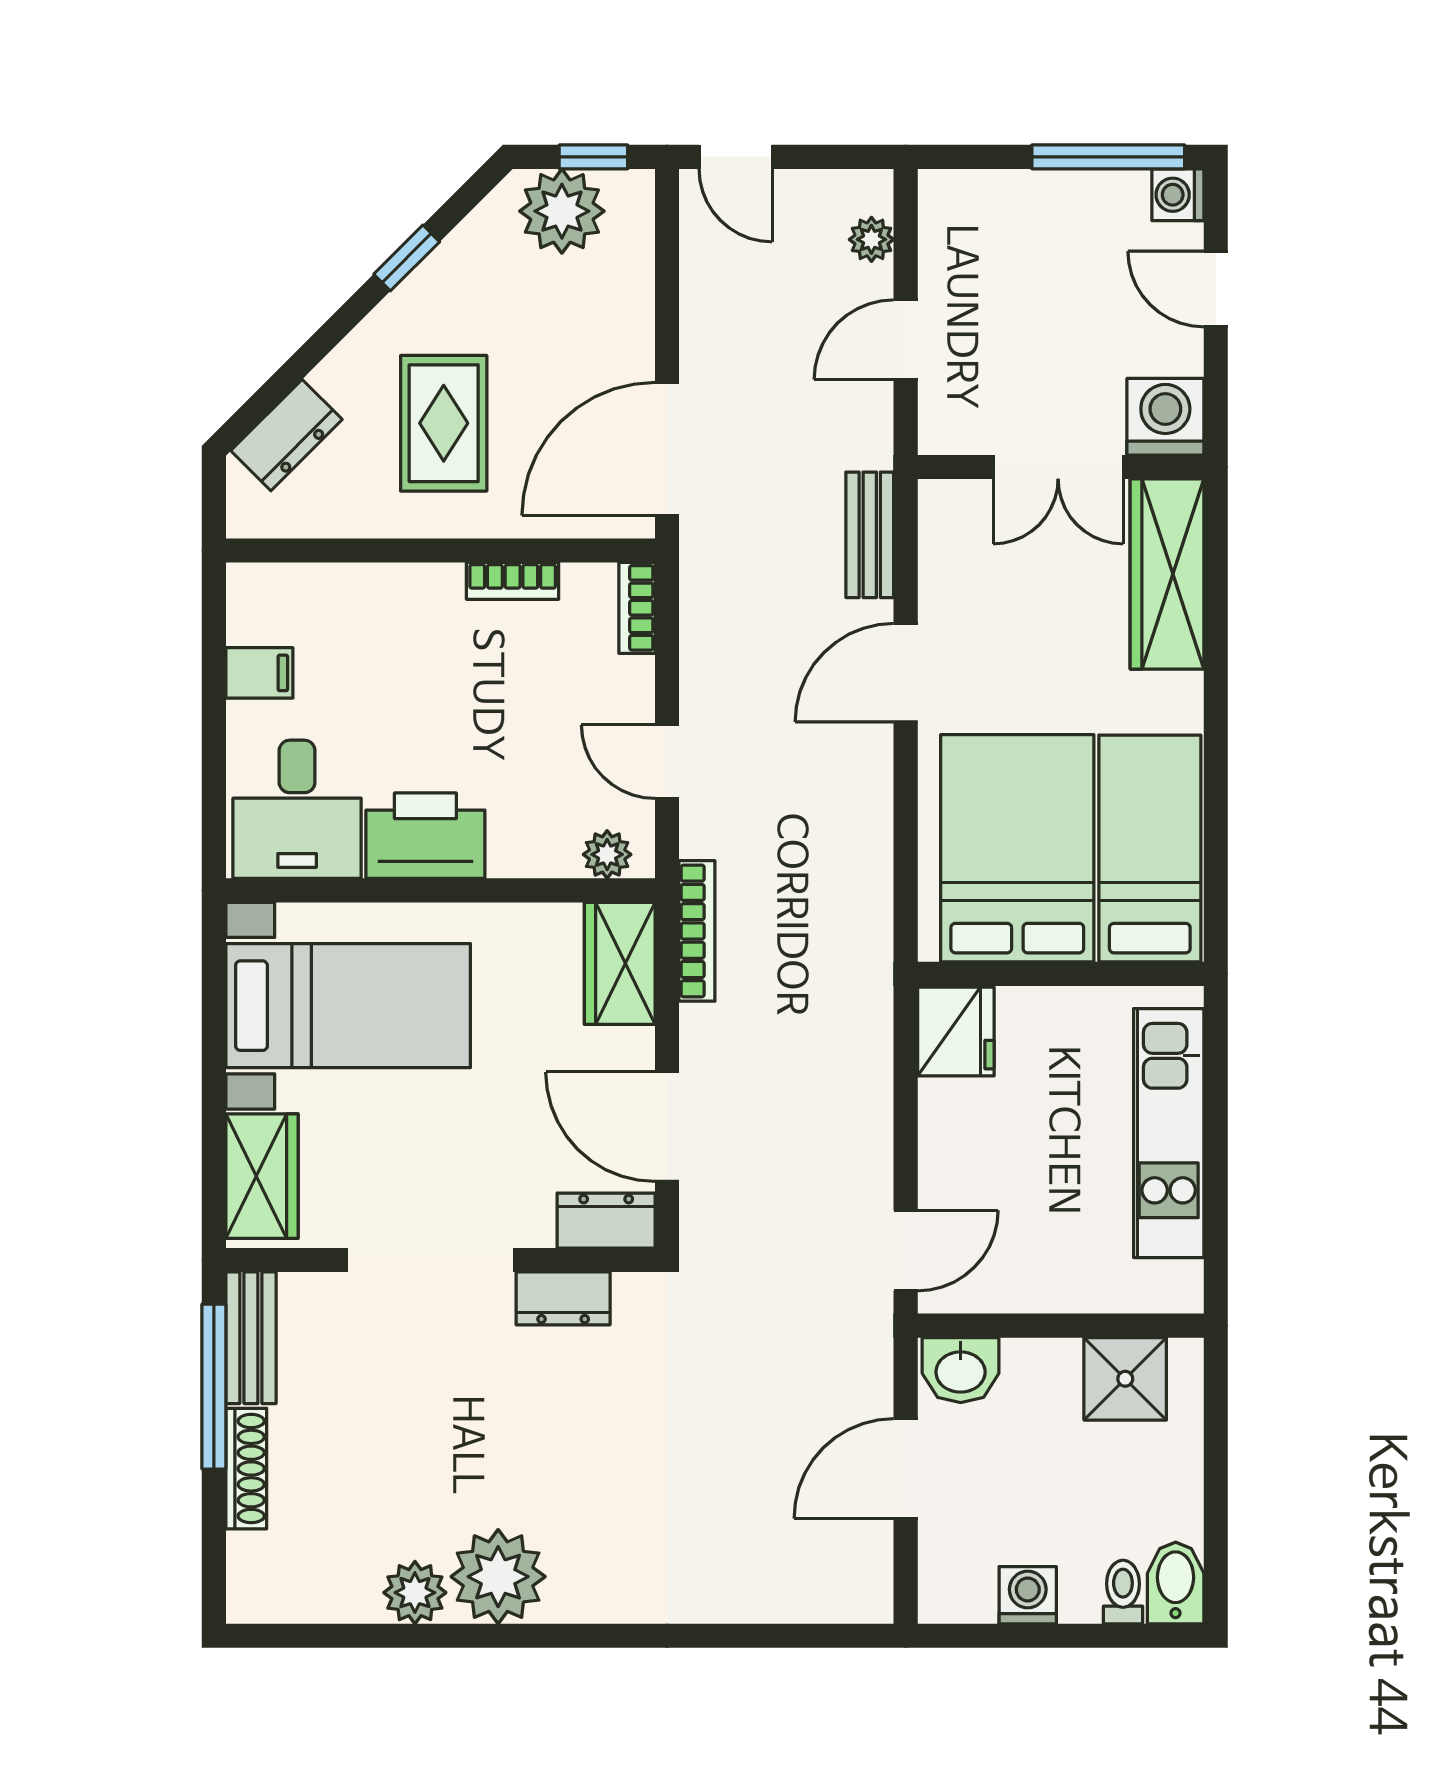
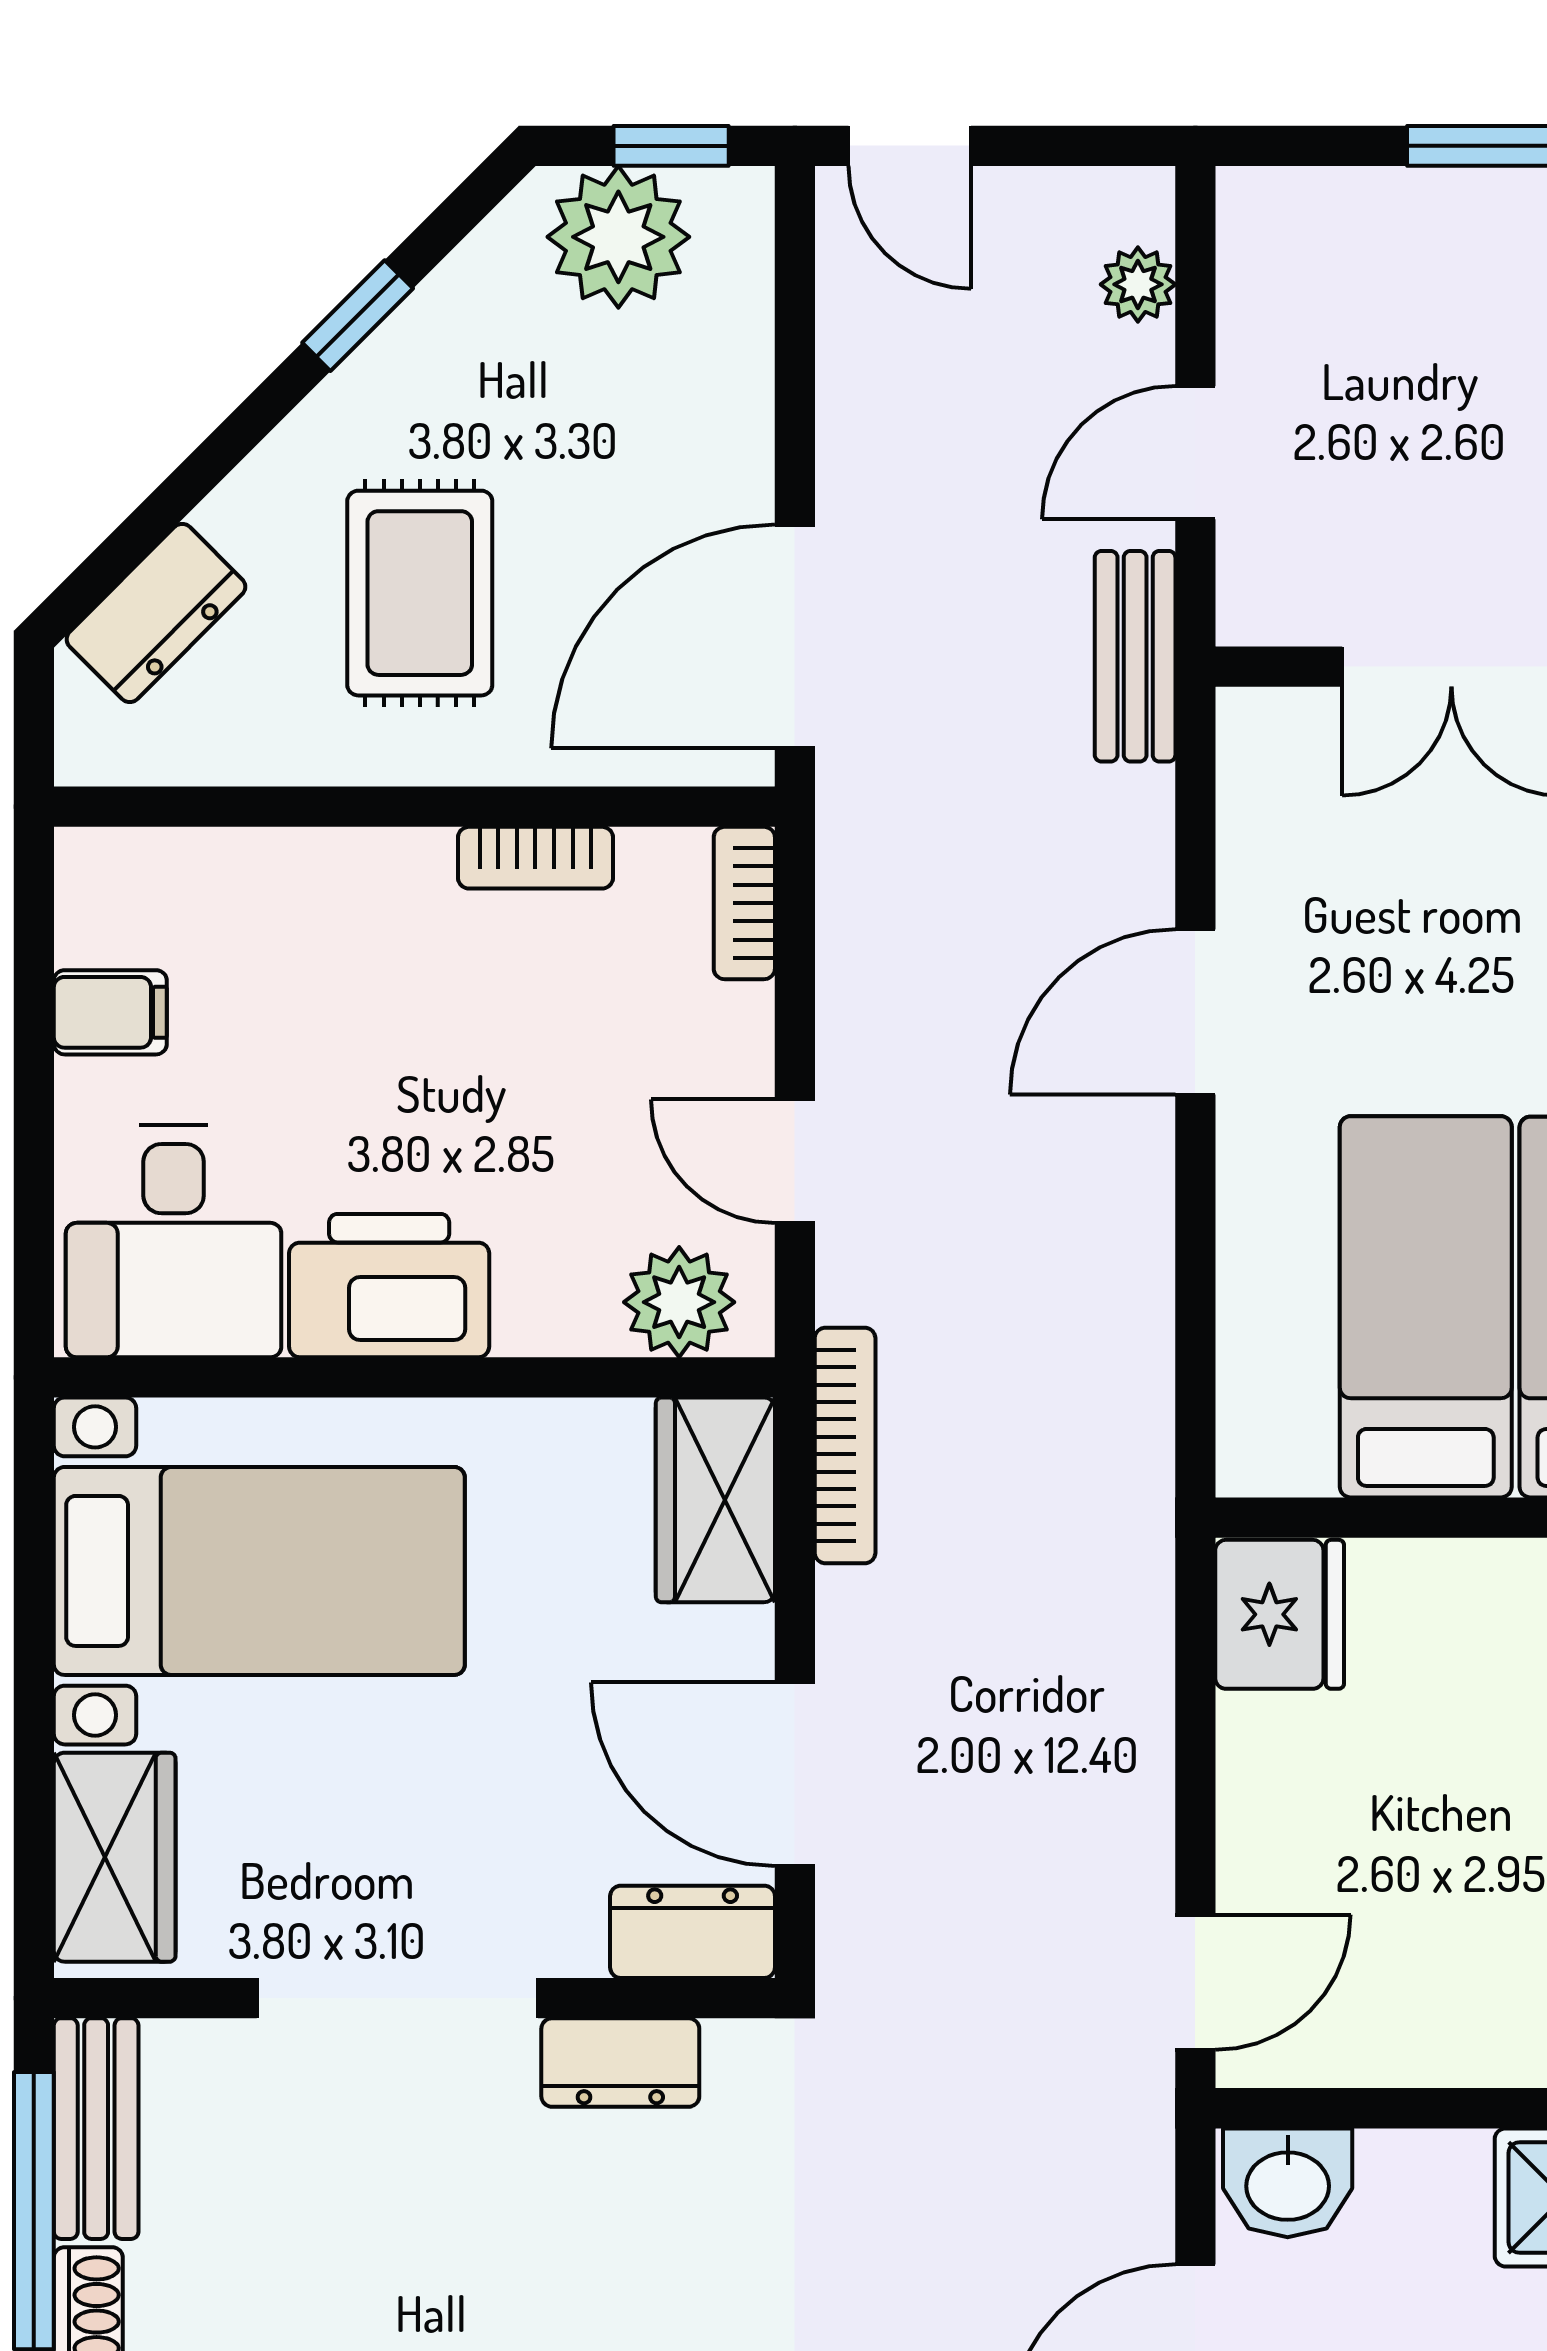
bench: (870, 535) -> (1135, 656), moved
bed: (1017, 848) -> (1426, 1307), width x0.67
plant: (607, 854) -> (679, 1302), width x1.38, depth x1.38

